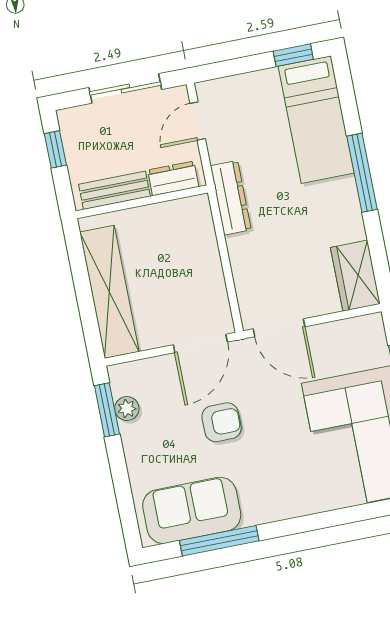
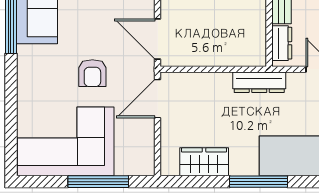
wardrobe: (355, 276) -> (204, 162), moved
armchair: (222, 422) -> (92, 73), moved

